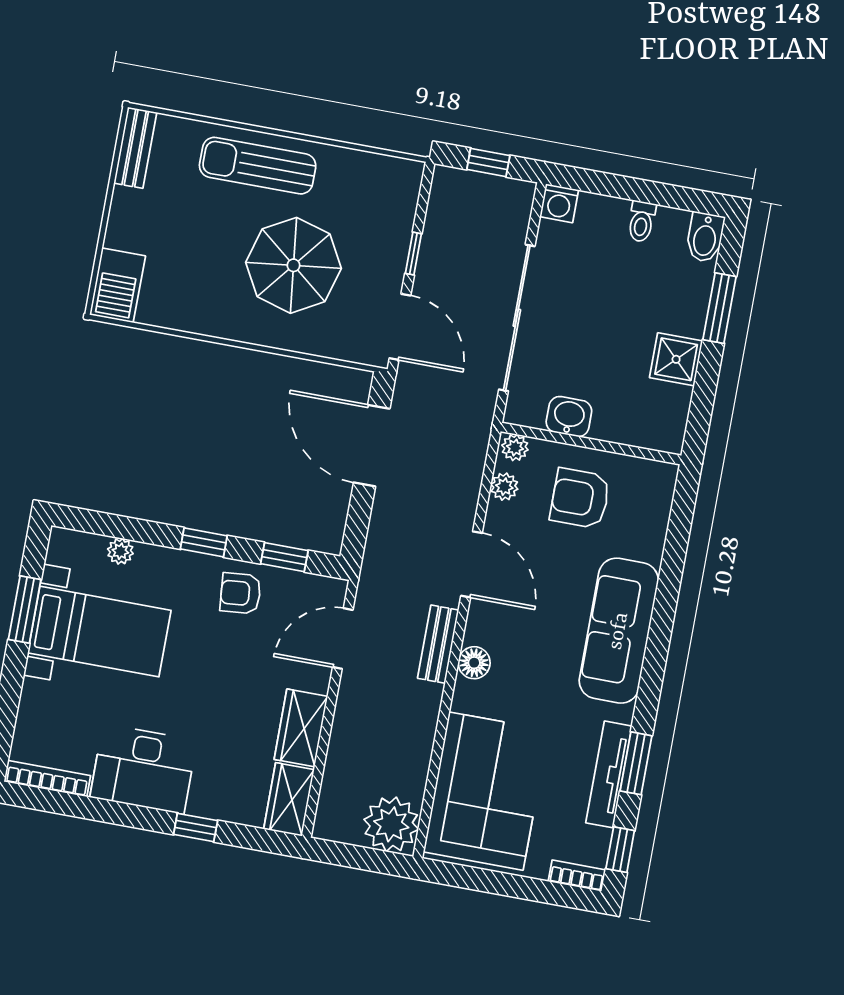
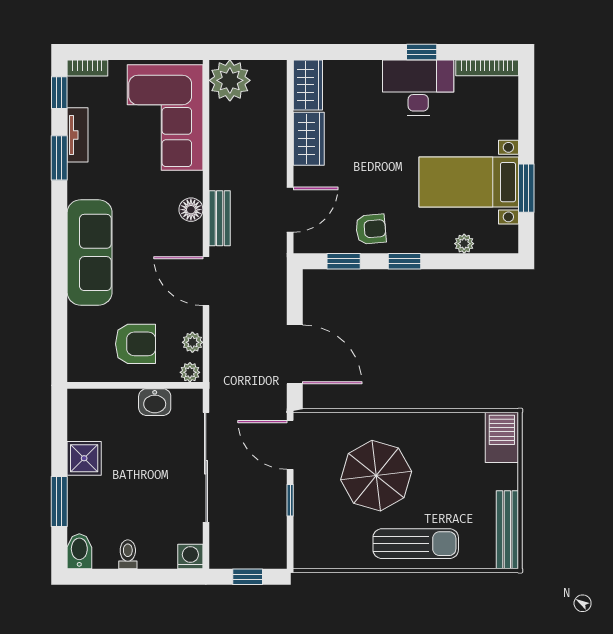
bench: (135, 148) -> (507, 530), width x1.36
tv unit: (609, 774) -> (78, 135), width x0.71
window: (196, 827) -> (422, 52), moved

